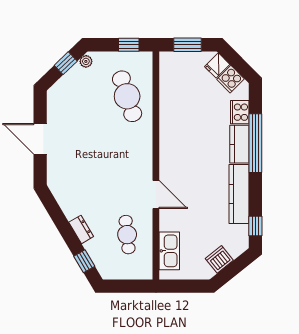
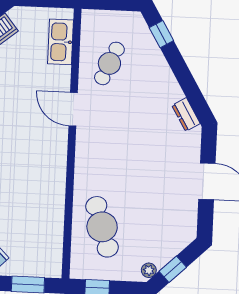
dresser: (81, 229) -> (186, 115), moved
cafe table: (127, 235) -> (109, 63), turned 30

